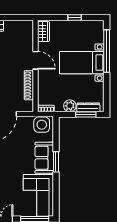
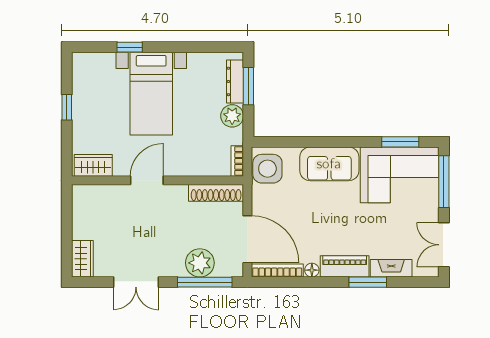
window: (107, 51) -> (130, 47), width x0.32
shoe rack: (29, 85) -> (216, 193), moved
window: (56, 162) -> (400, 142), moved

